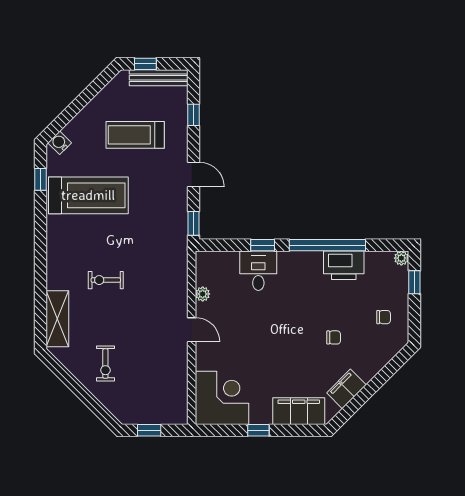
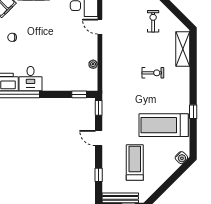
treadmill: (135, 135) -> (135, 163), turned -90
window: (41, 179) -> (193, 112), moved
window: (263, 245) -> (79, 94), moved
desk: (258, 271) -> (31, 79), moved
door: (192, 330) -> (100, 27), moved

